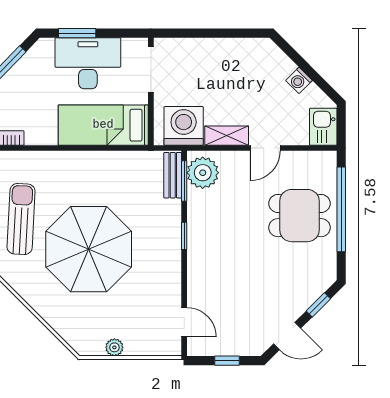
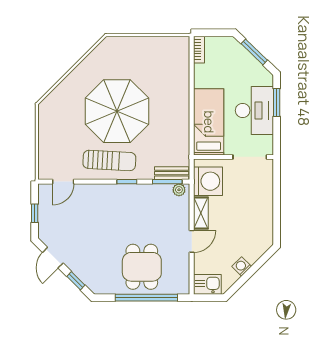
door: (265, 148) -> (192, 241), swing flipped
plant: (203, 173) -> (179, 190), width x0.53, depth x0.53
sun lounger: (21, 219) -> (109, 160), moved
plant: (114, 347) -> (44, 130), removed

